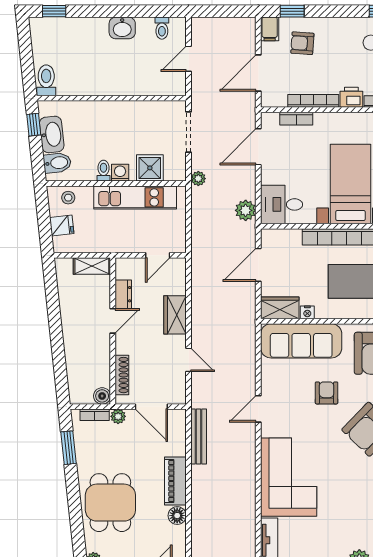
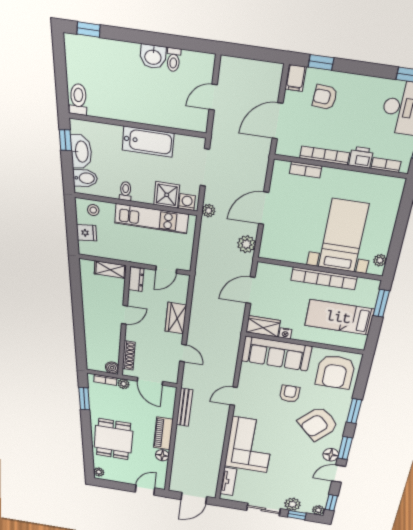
toilet: (162, 28) -> (174, 60), moved
bathtub: (124, 113) -> (148, 142), added
door: (258, 147) -> (264, 208), moved
washing machine: (120, 173) -> (187, 202), moved
desk: (282, 204) -> (279, 244), removed
dresser: (123, 294) -> (136, 279), moved

